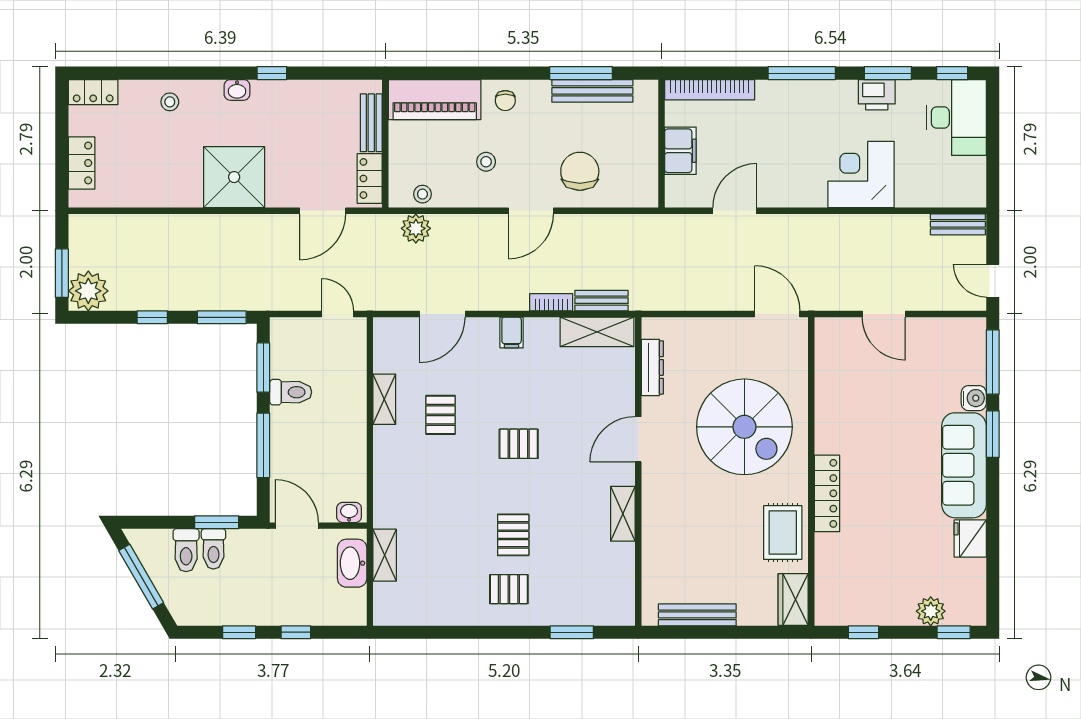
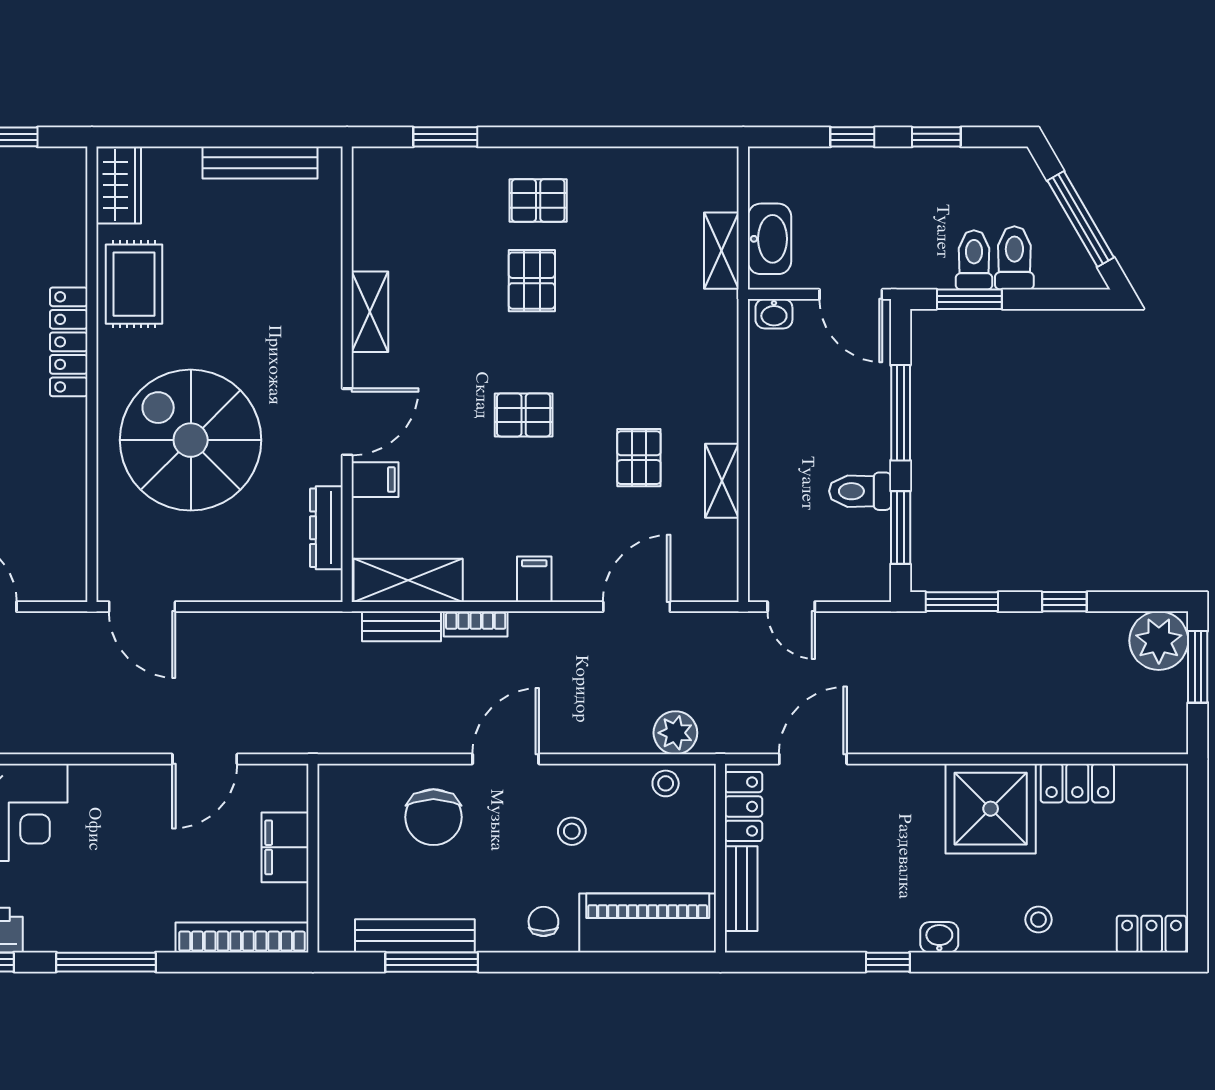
locker: (82, 163) -> (1077, 783), moved, turned -90
shower: (234, 177) -> (991, 809), moved
filing cabinet: (619, 400) -> (375, 480), added

